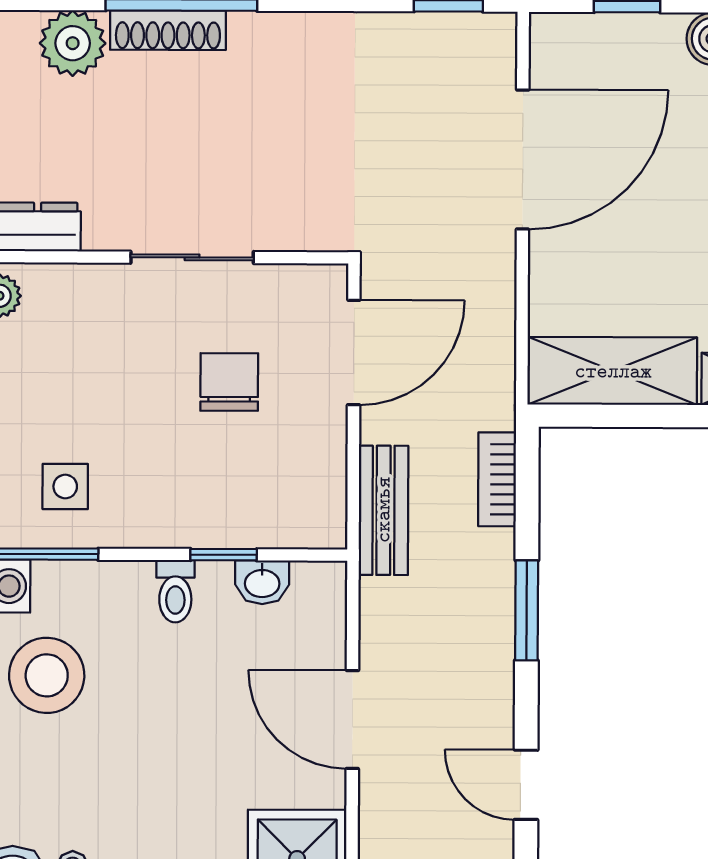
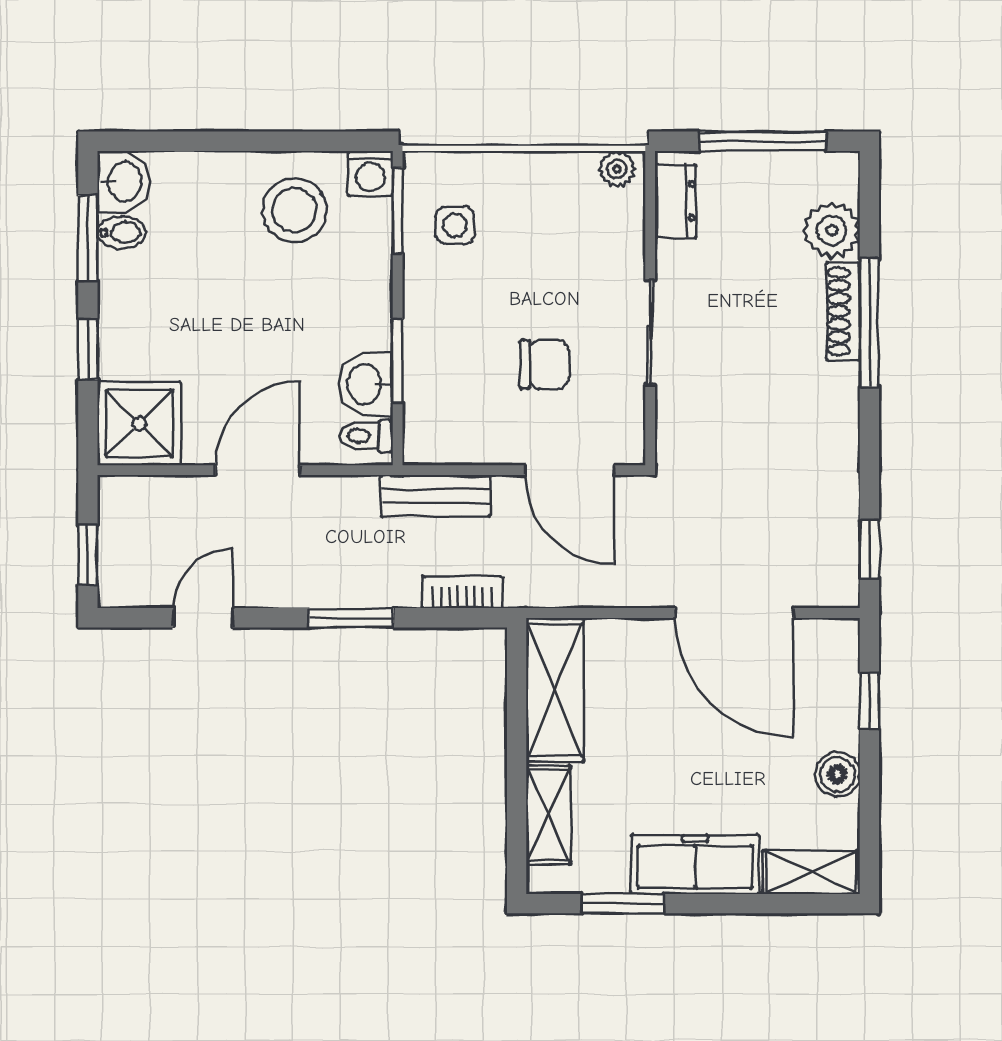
window: (224, 555) -> (398, 360), width x1.50
washbasin: (262, 582) -> (366, 384), width x1.38, depth x1.45
toilet: (175, 591) -> (366, 436), moved

